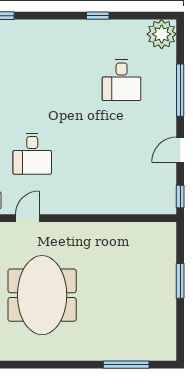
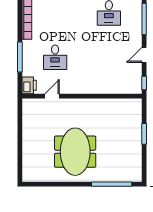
meeting table: (42, 295) -> (75, 152), moved
window: (126, 365) -> (112, 184), width x1.46

